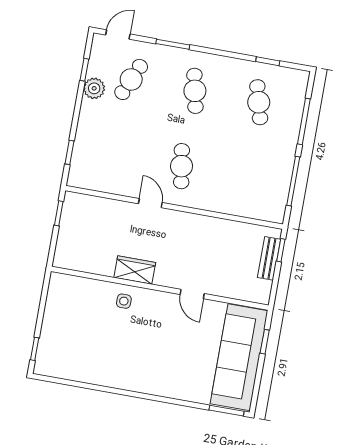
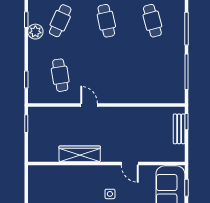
cafe table: (182, 166) -> (60, 75), moved
wardrobe: (135, 270) -> (80, 154), width x1.50
side table: (124, 301) -> (110, 194), moved

